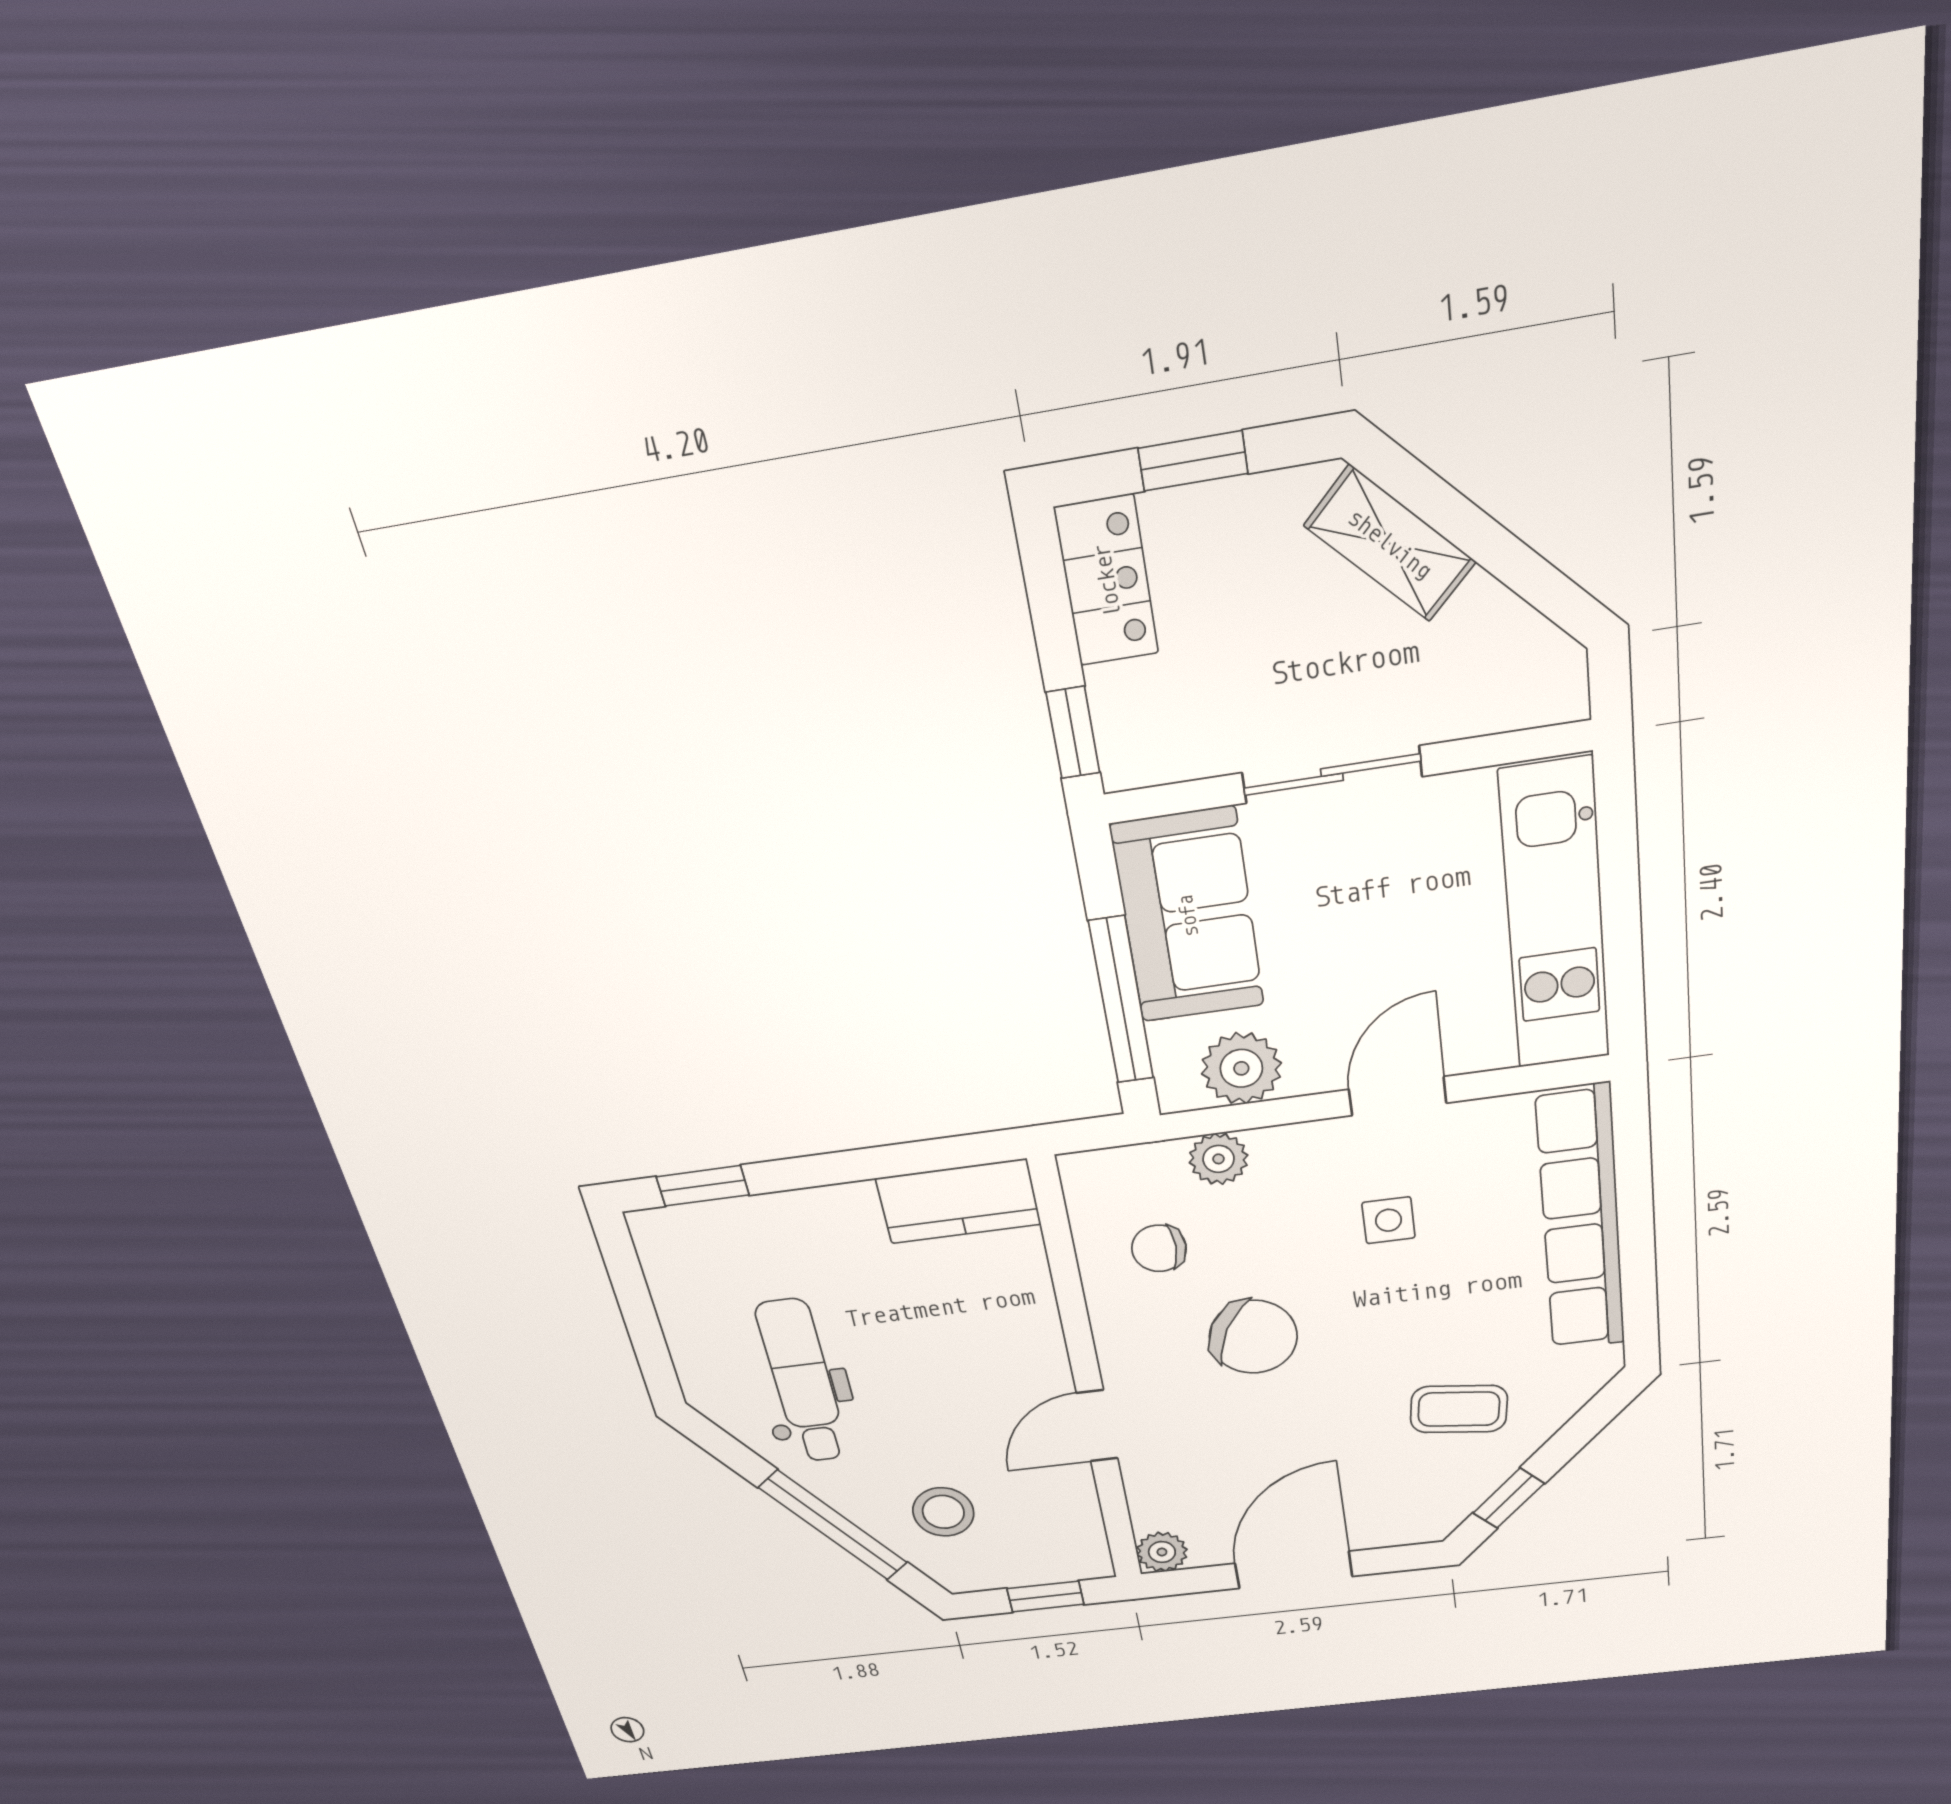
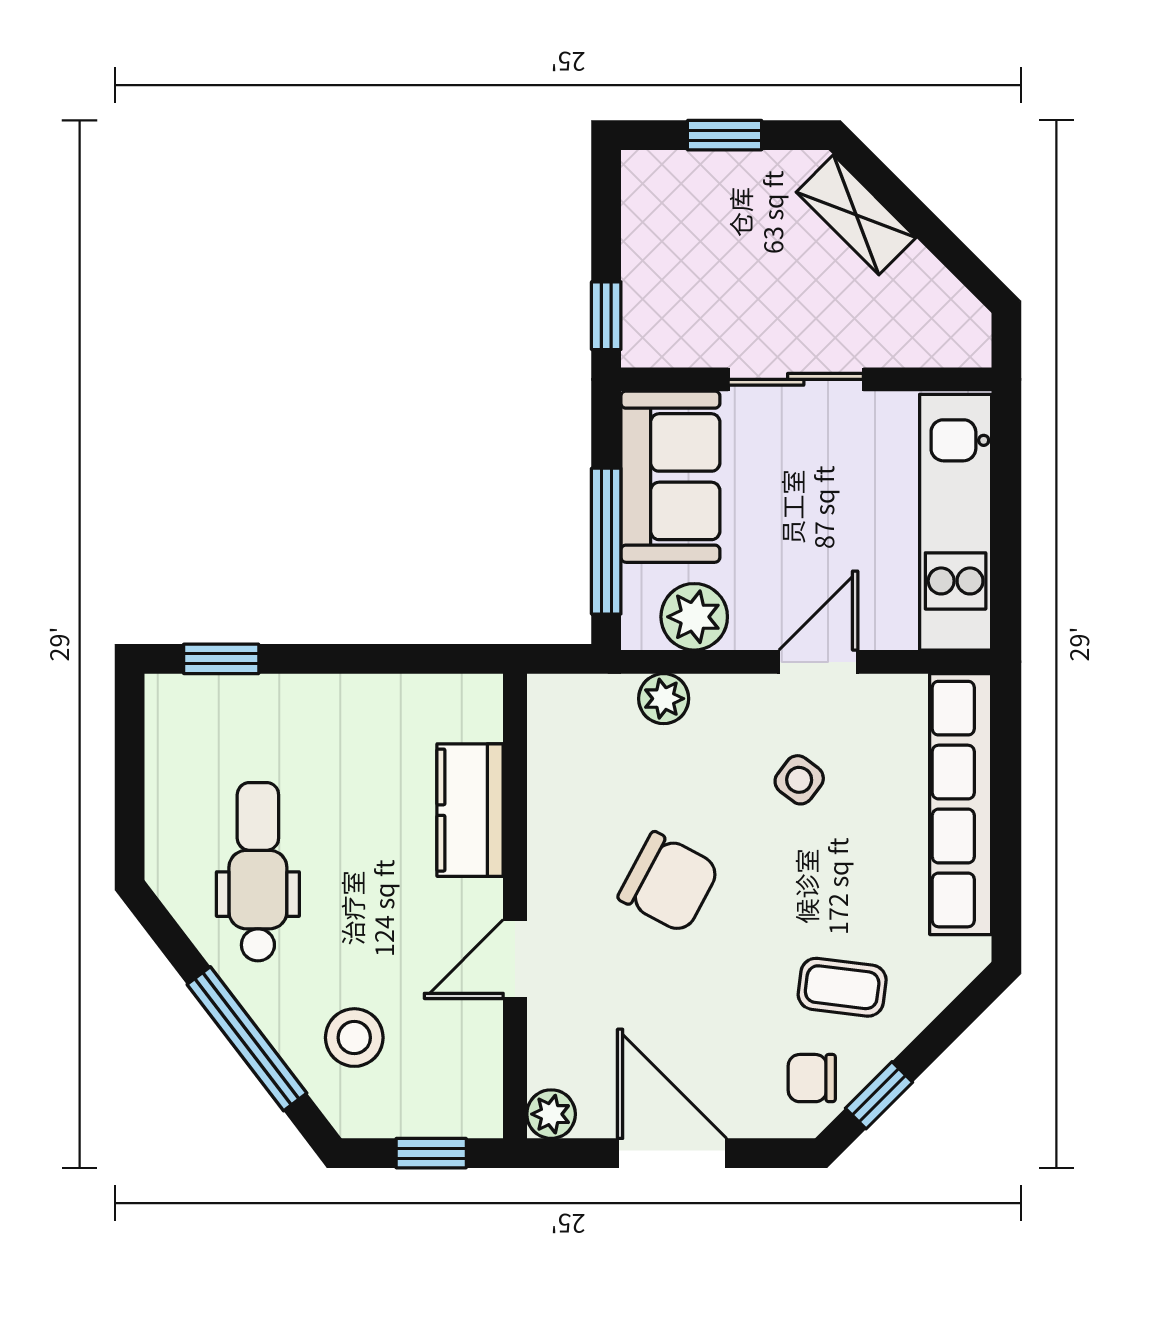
locker: (1107, 581) -> (650, 208), removed
kitchen counter: (958, 1201) -> (470, 810), moved, turned 90
side table: (1388, 1220) -> (799, 780), turned 37
chair: (1159, 1248) -> (812, 1078), moved
door: (1294, 1570) -> (672, 1153), hinge flipped

